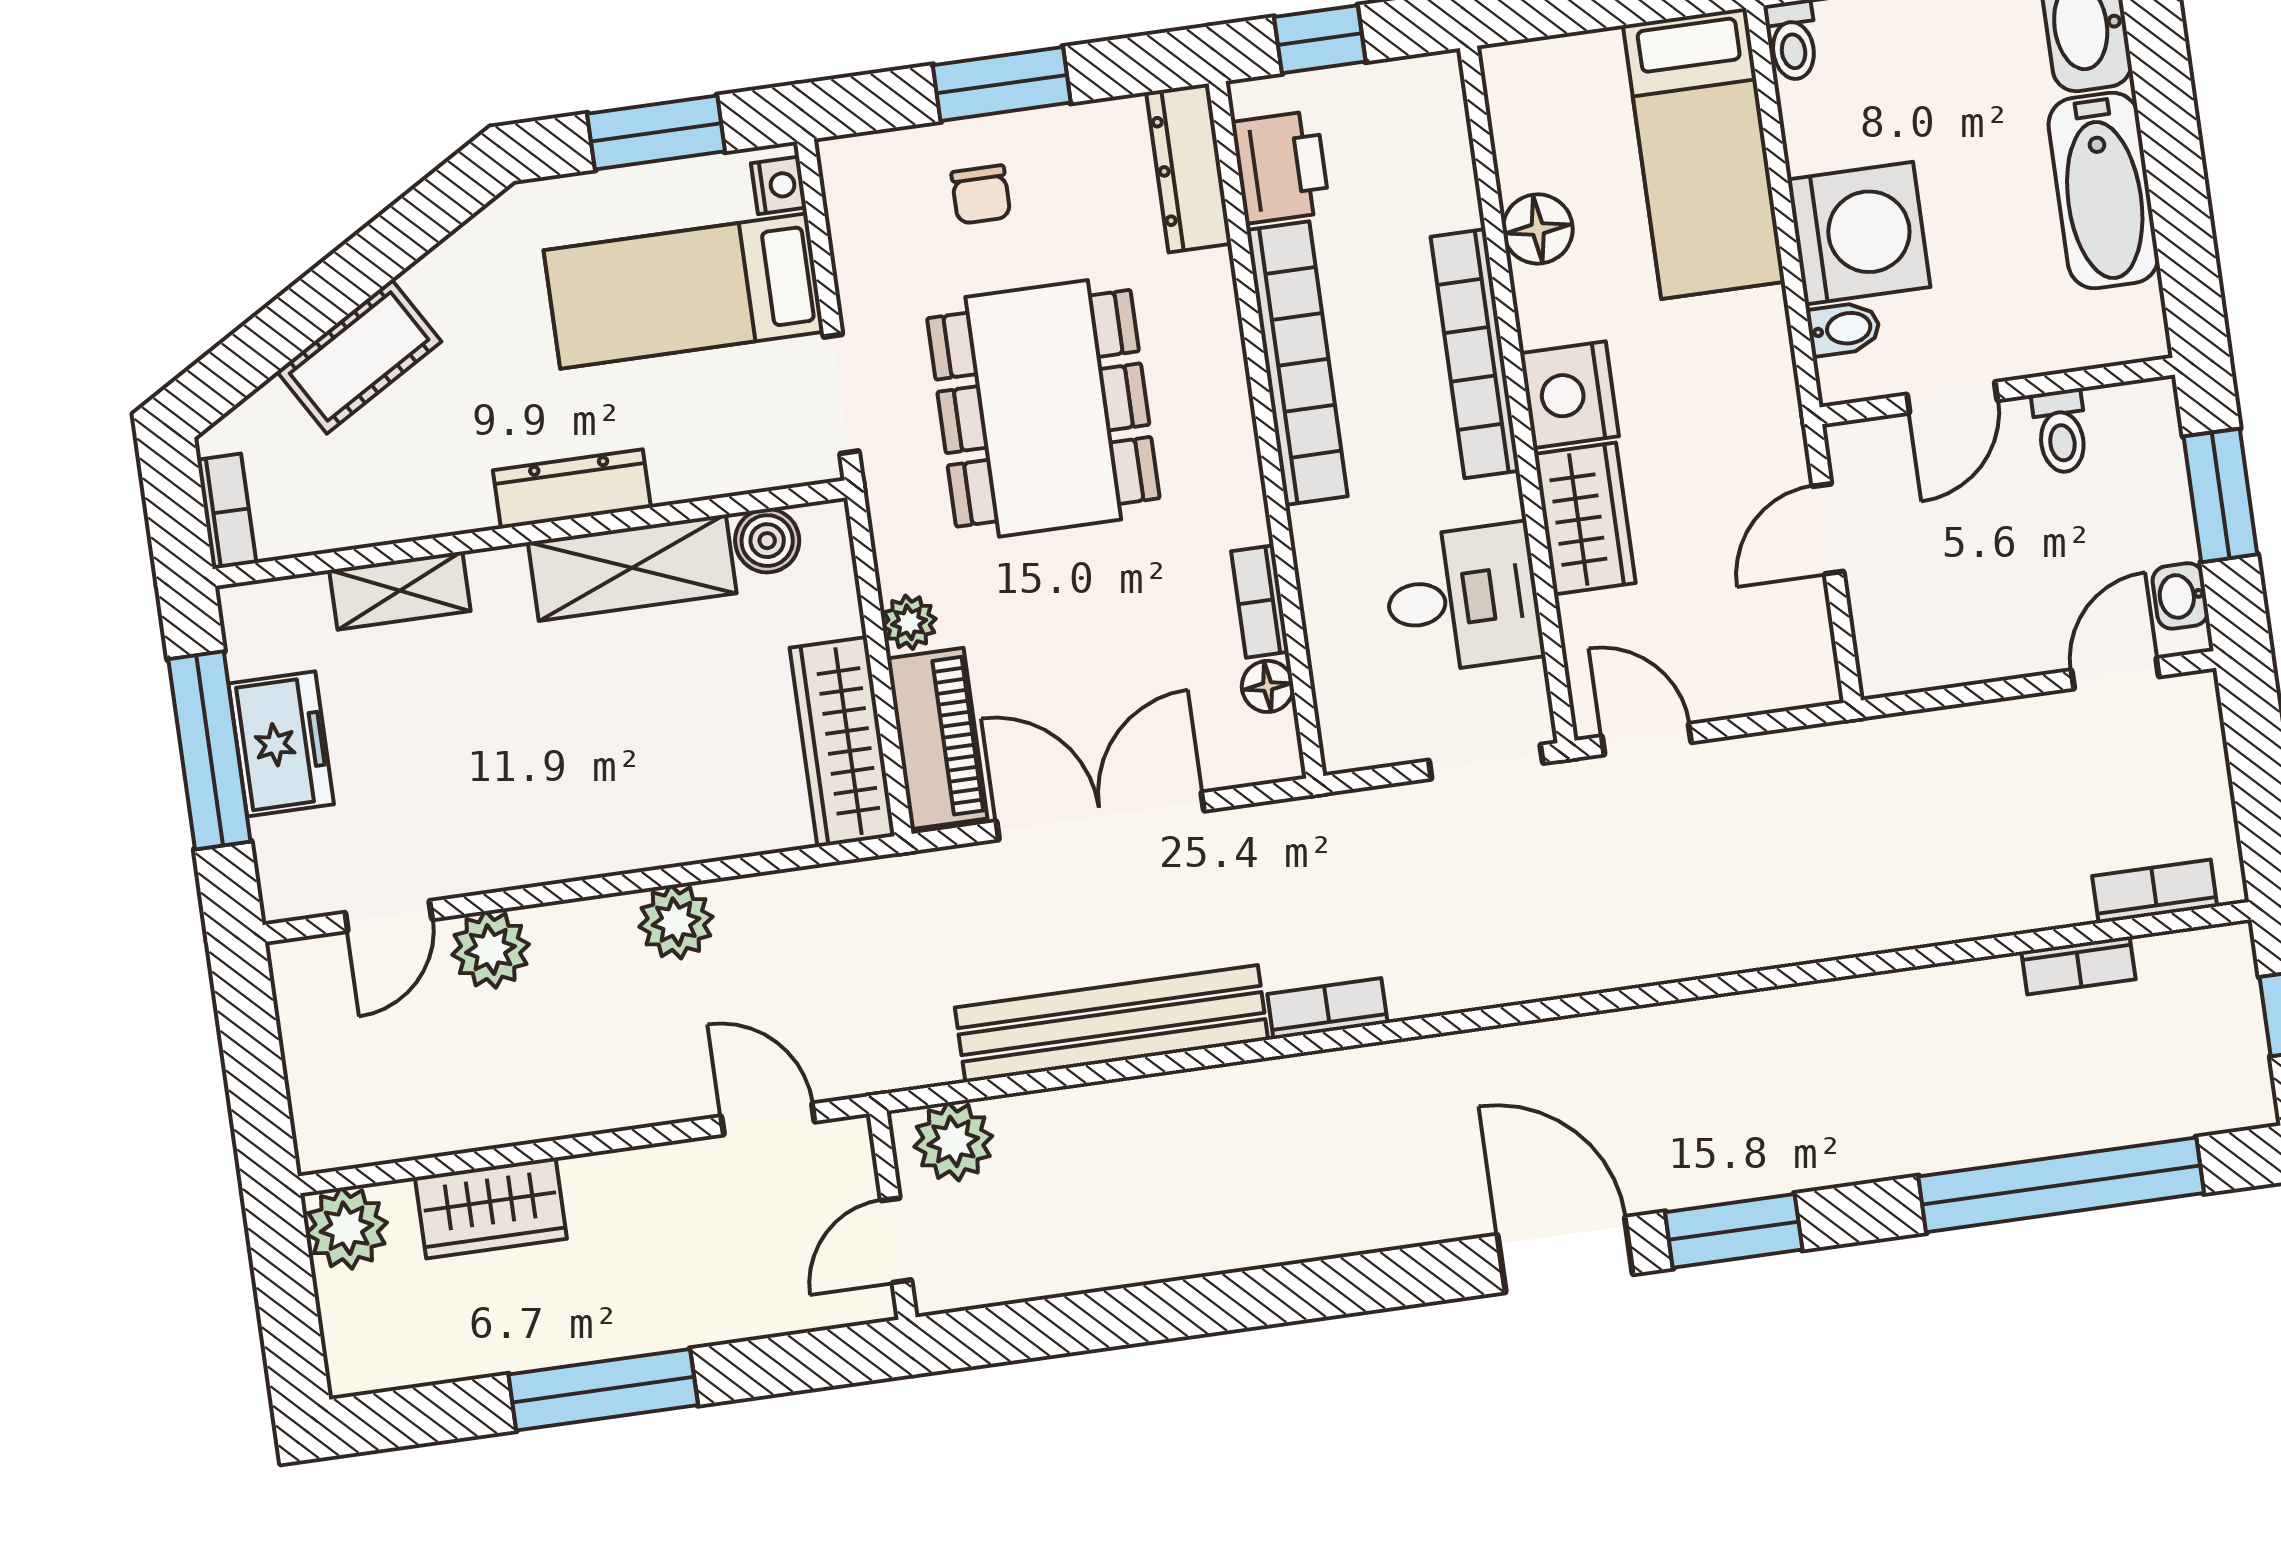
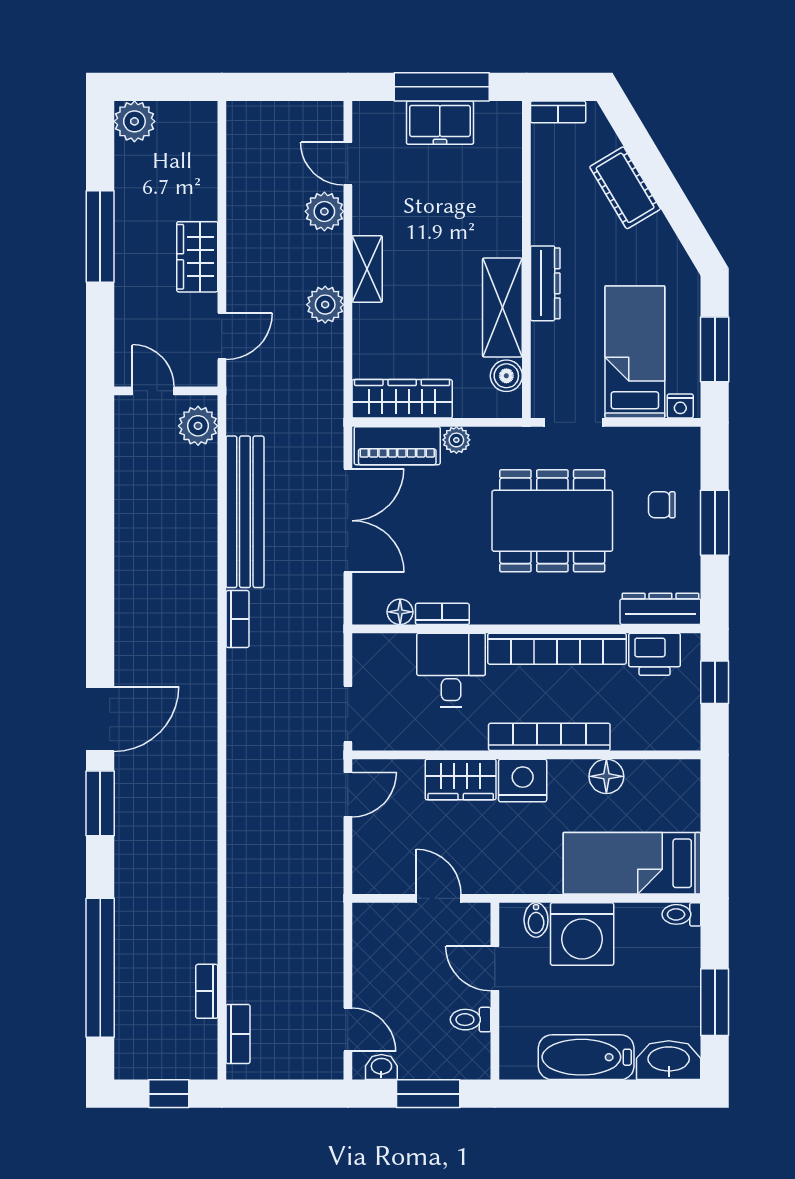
shelving: (400, 591) -> (367, 269), moved
desk: (1463, 598) -> (451, 670), moved, turned 180
wardrobe: (491, 1208) -> (197, 257), moved
plant: (347, 1228) -> (134, 121), moved

